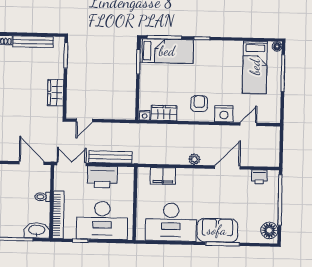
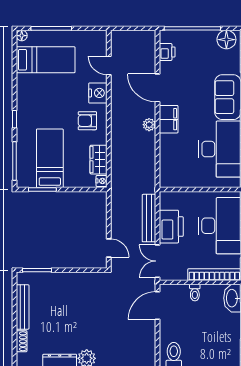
bed: (167, 51) -> (50, 158), moved
wardrobe: (56, 93) -> (79, 281), removed
filing cabinet: (163, 176) -> (169, 119), moved

